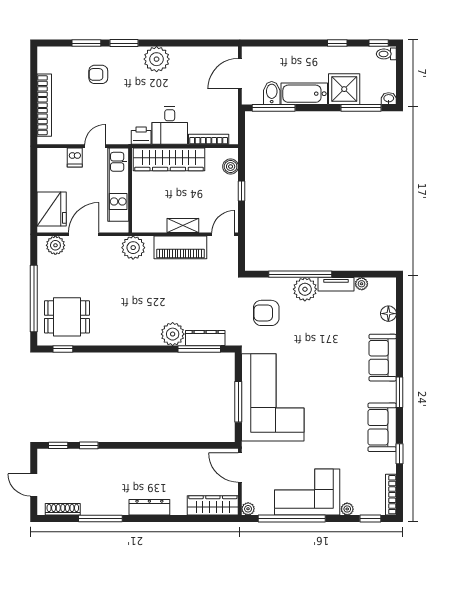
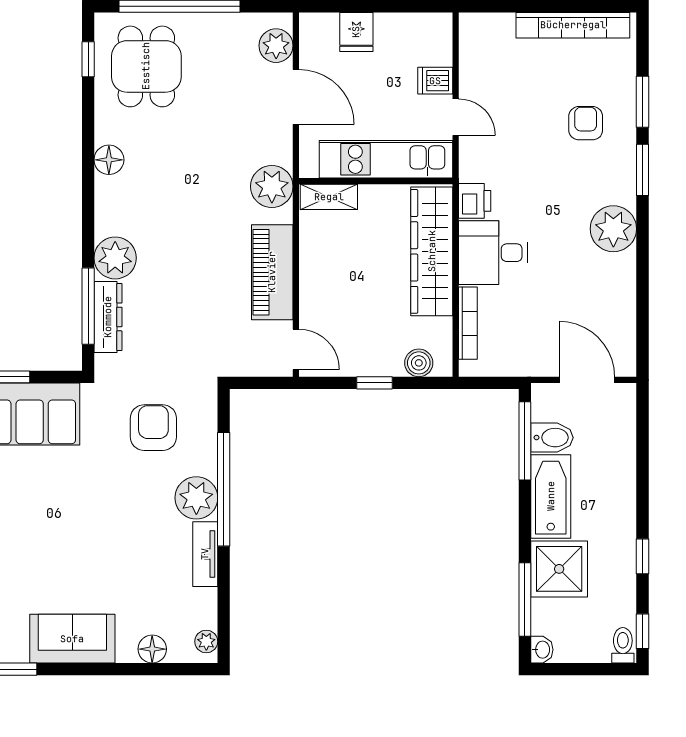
bookcase: (44, 105) -> (573, 25), moved
fridge: (52, 209) -> (356, 32), width x0.53, depth x0.75
shelving: (183, 226) -> (329, 197), moved, turned 90
plant: (362, 284) -> (206, 641), moved
floor lamp: (118, 337) -> (109, 160), added

